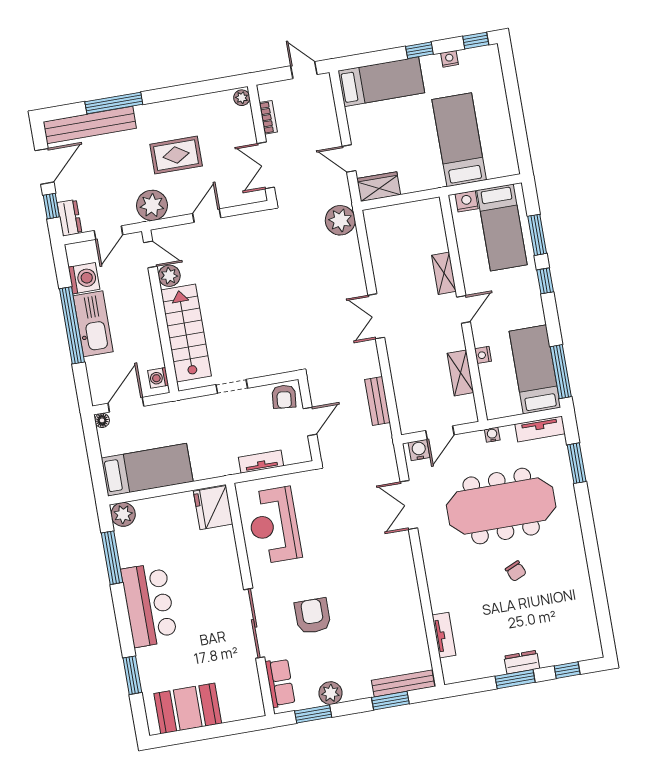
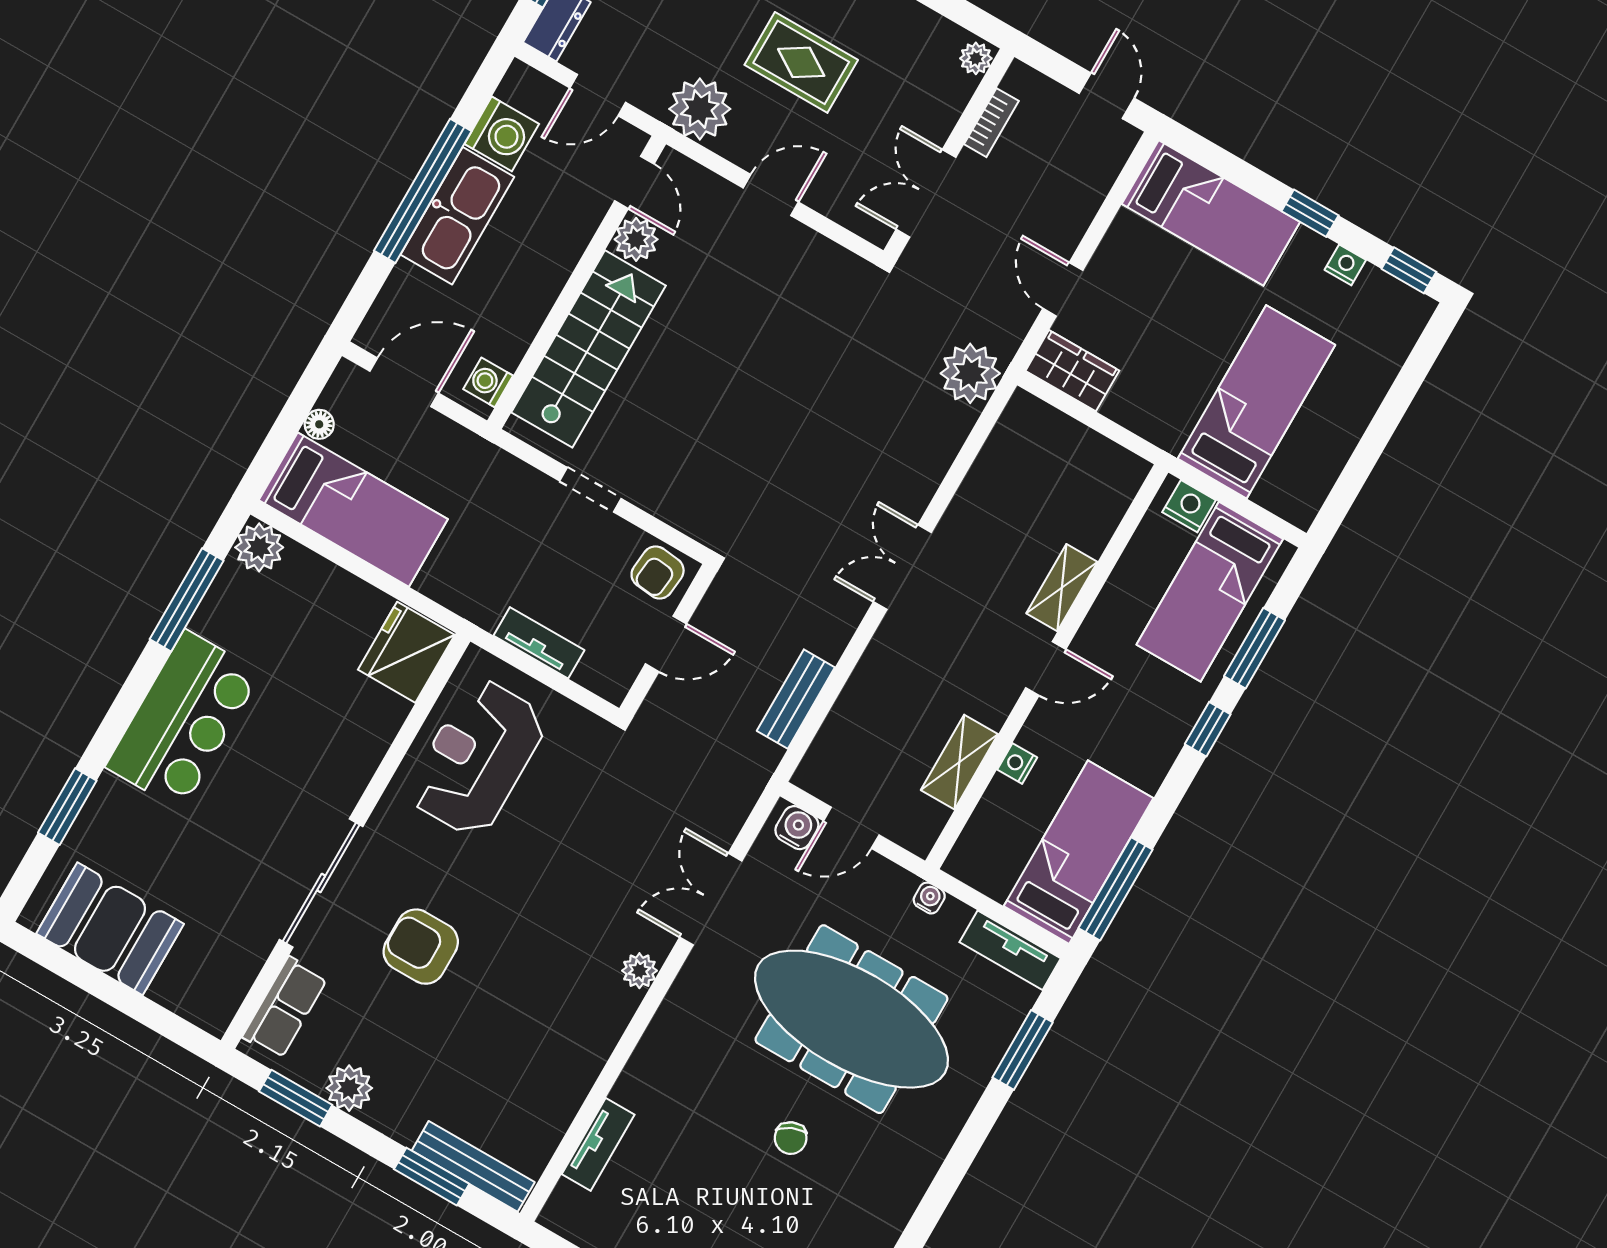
floor lamp: (102, 420) -> (319, 424), moved
plant: (404, 555) -> (639, 971), added
armchair: (313, 616) -> (421, 947), turned -90

